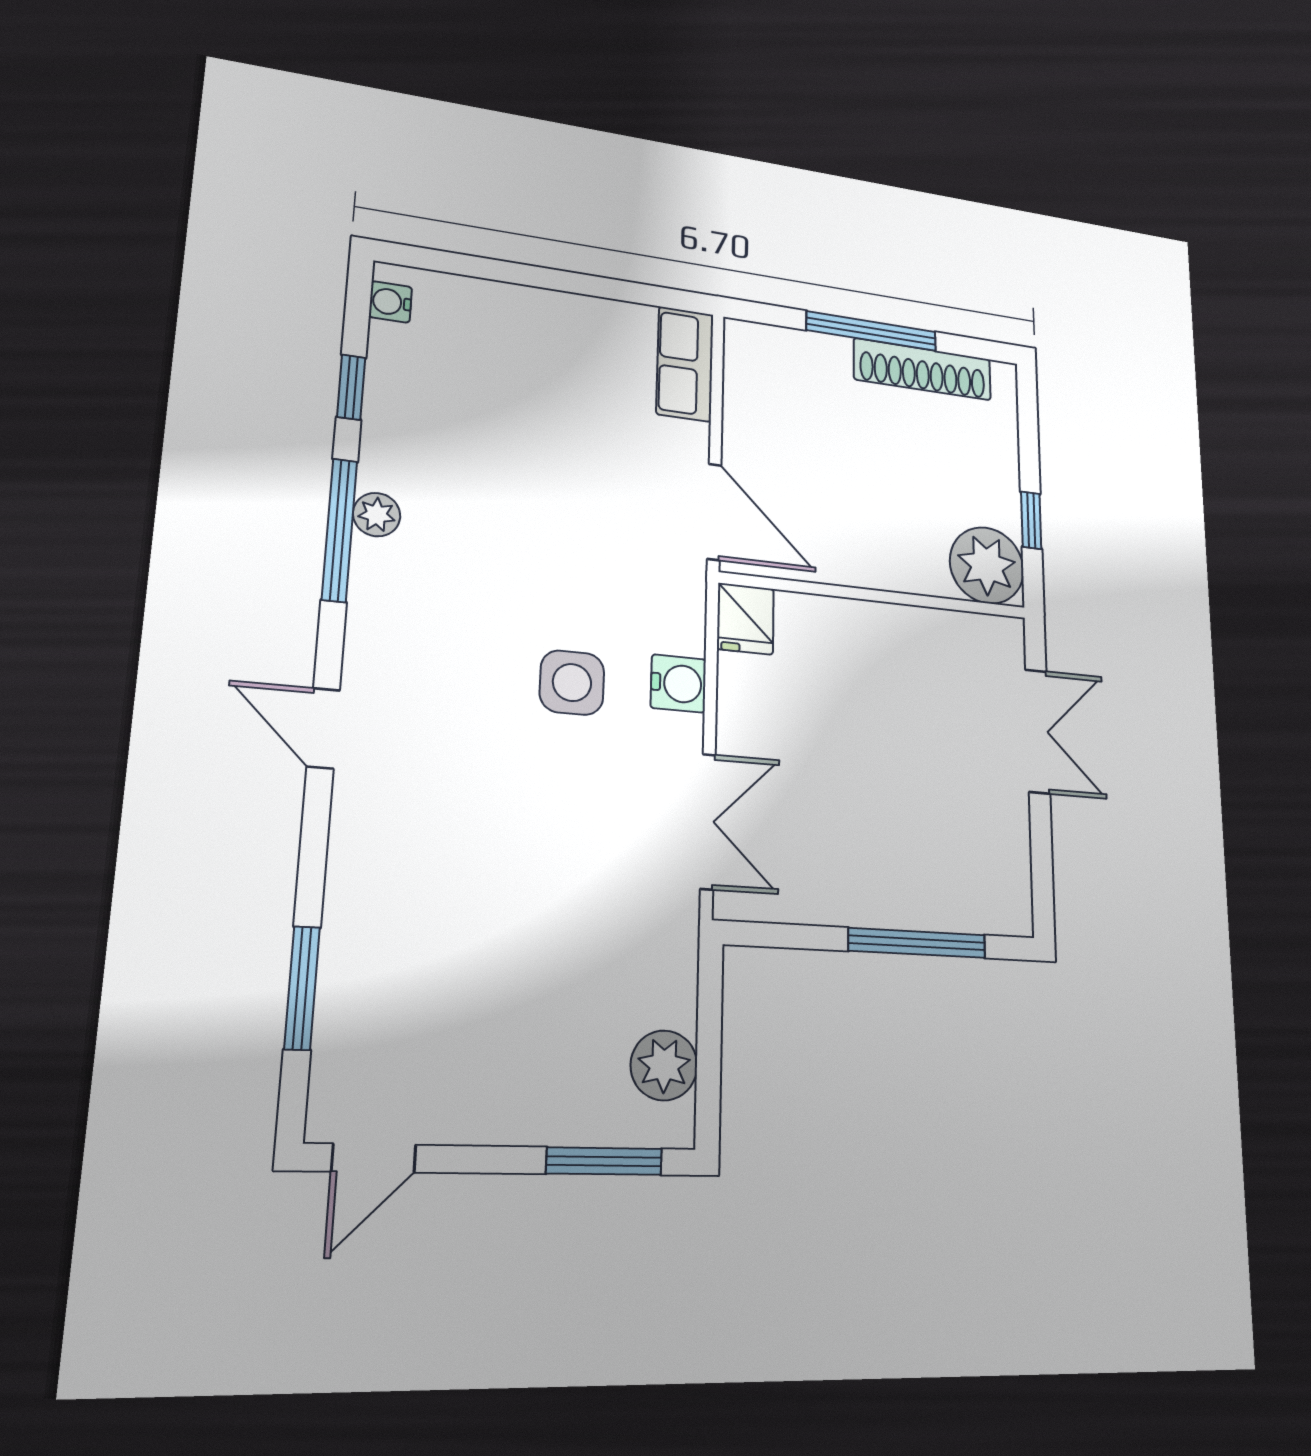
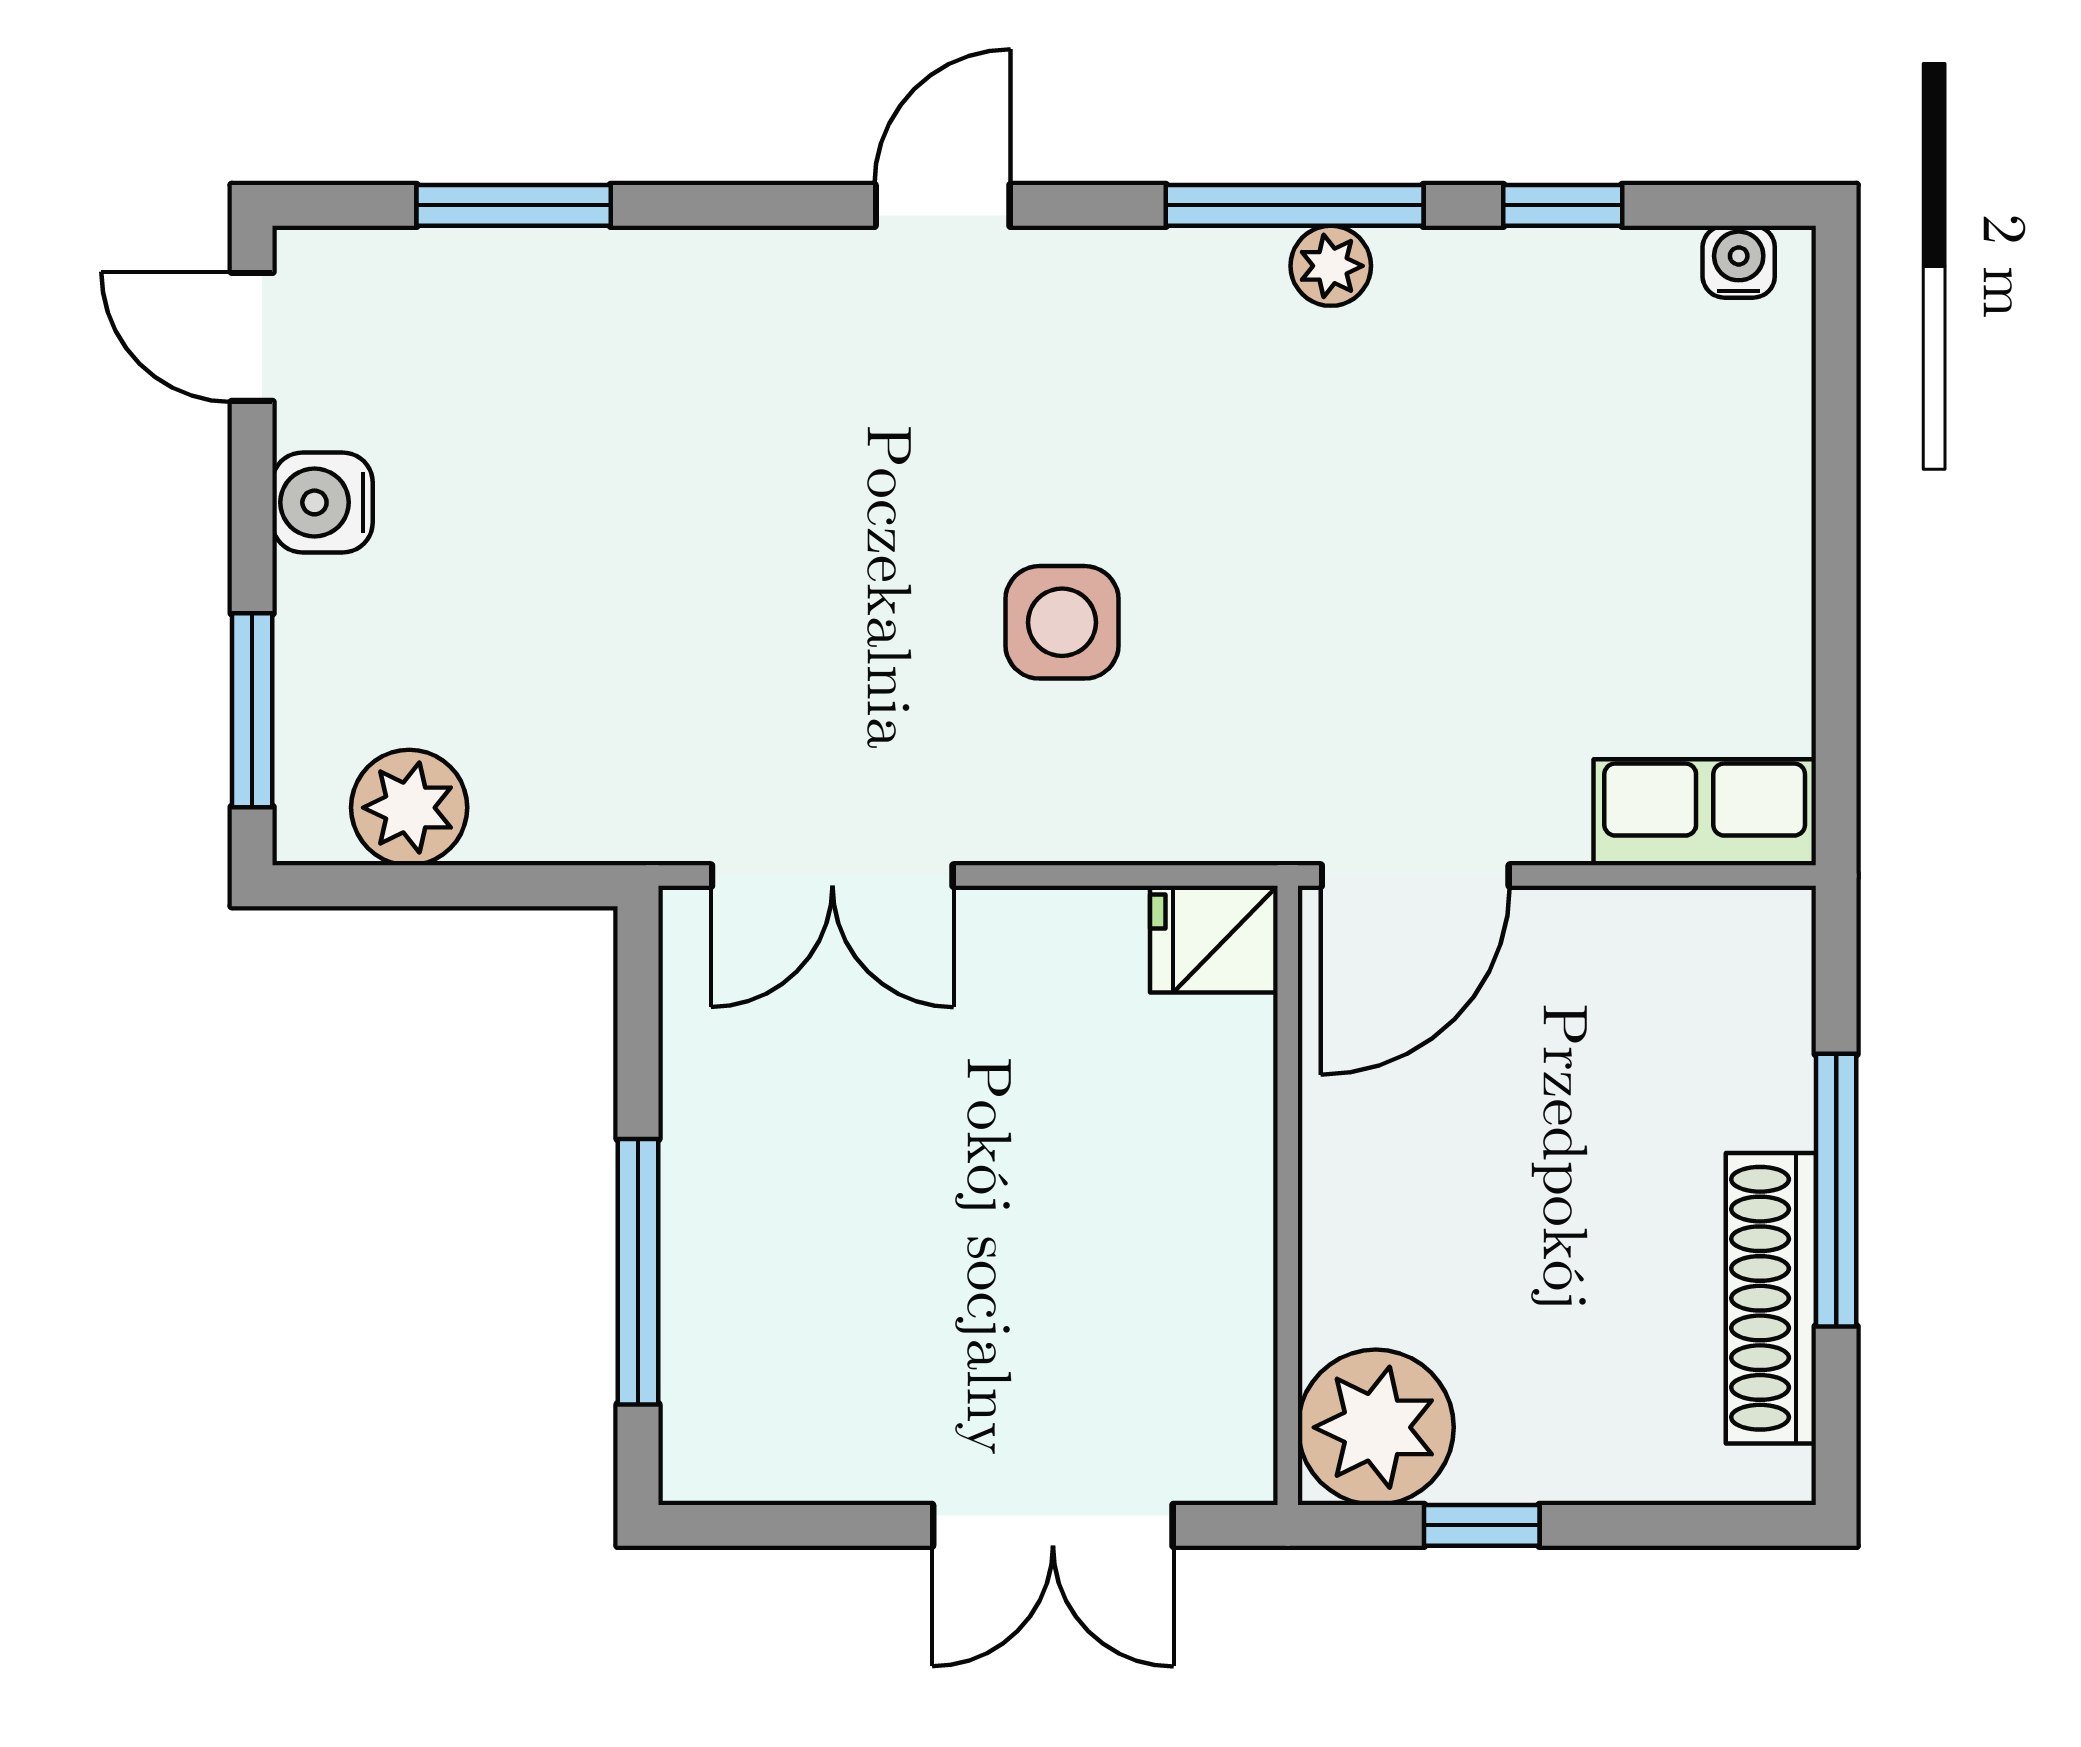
water cooler: (678, 684) -> (322, 502), moved, turned 90

